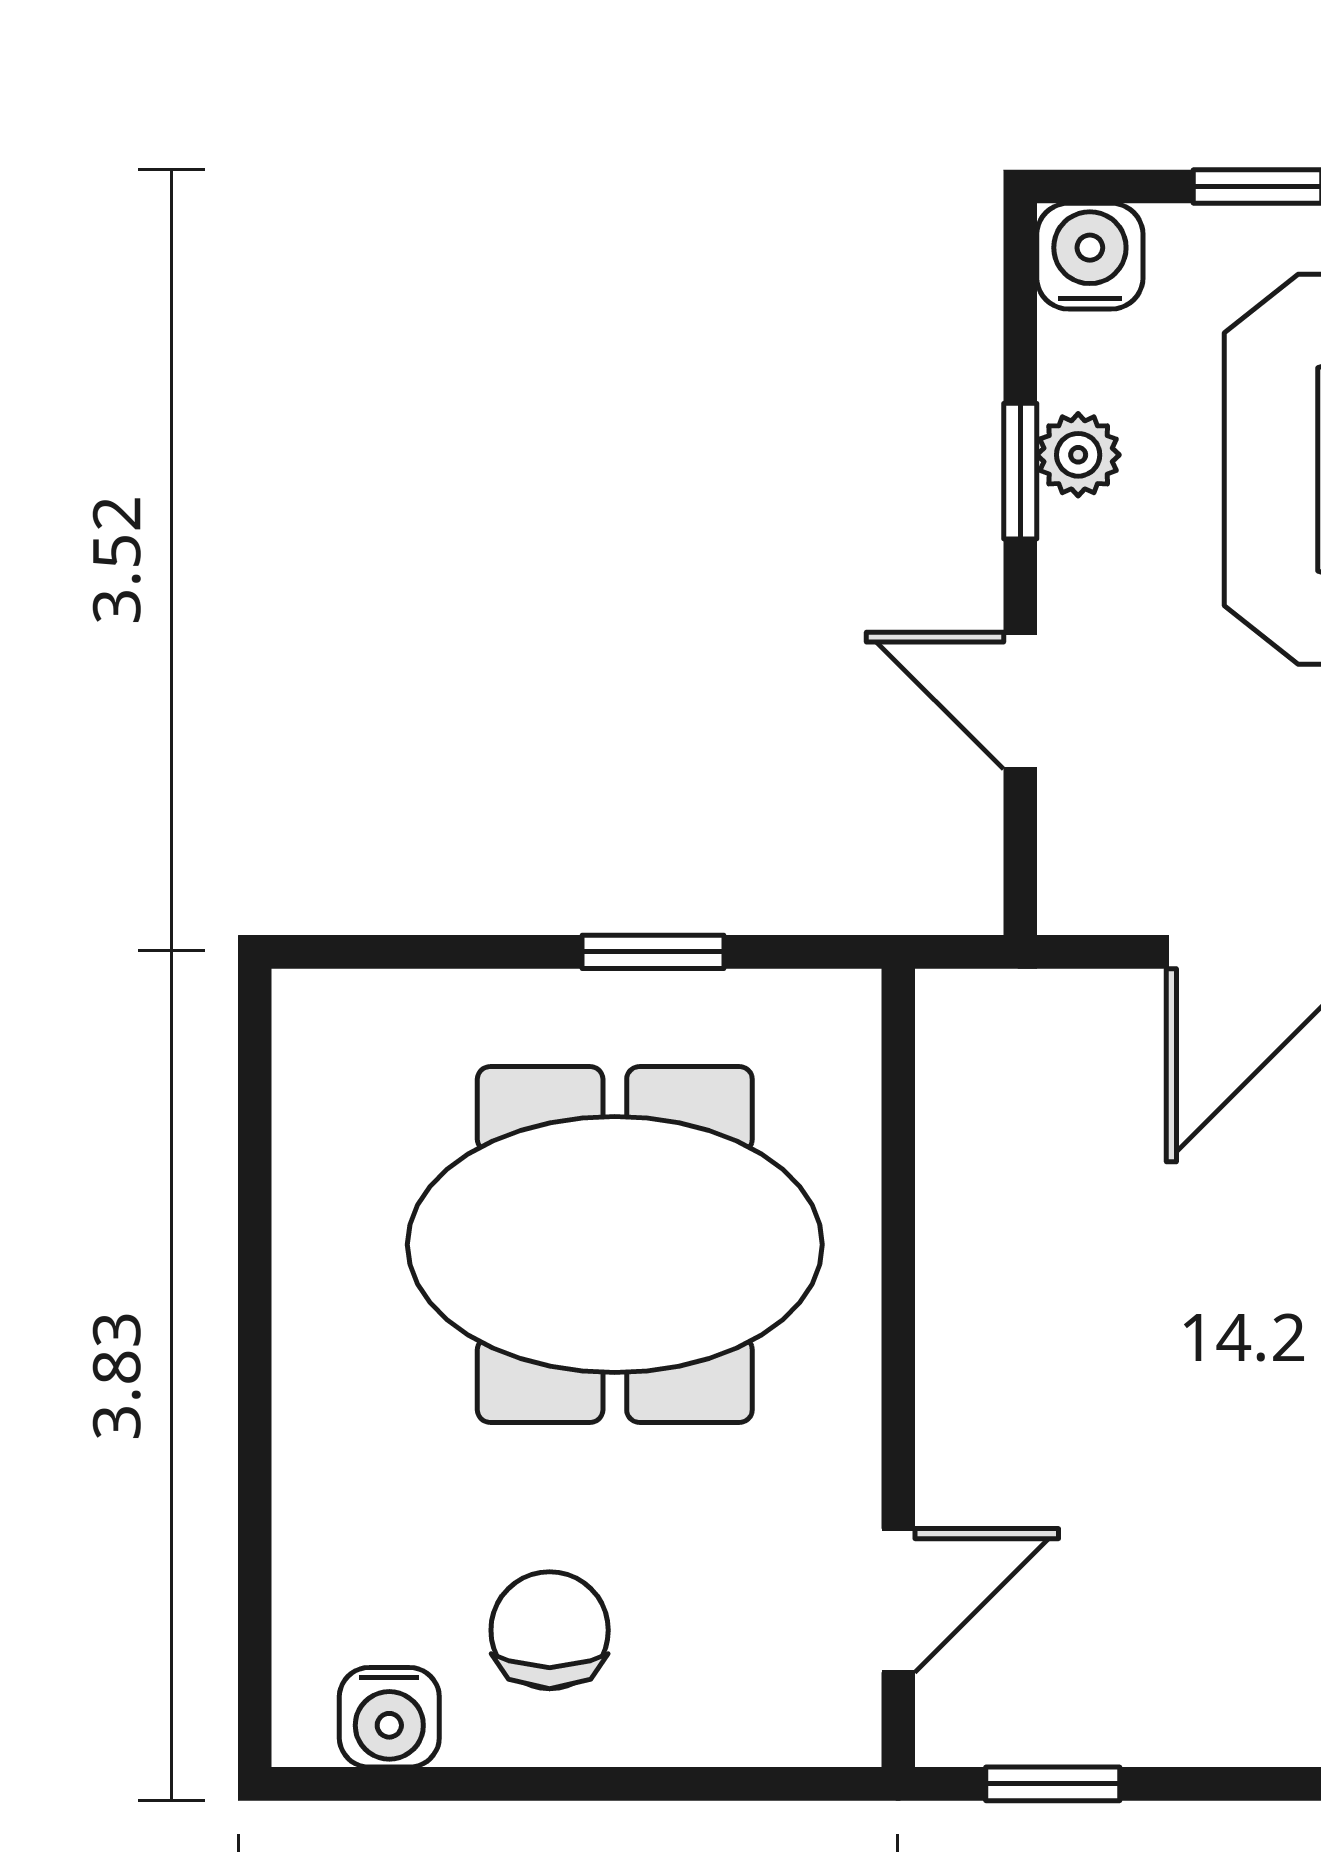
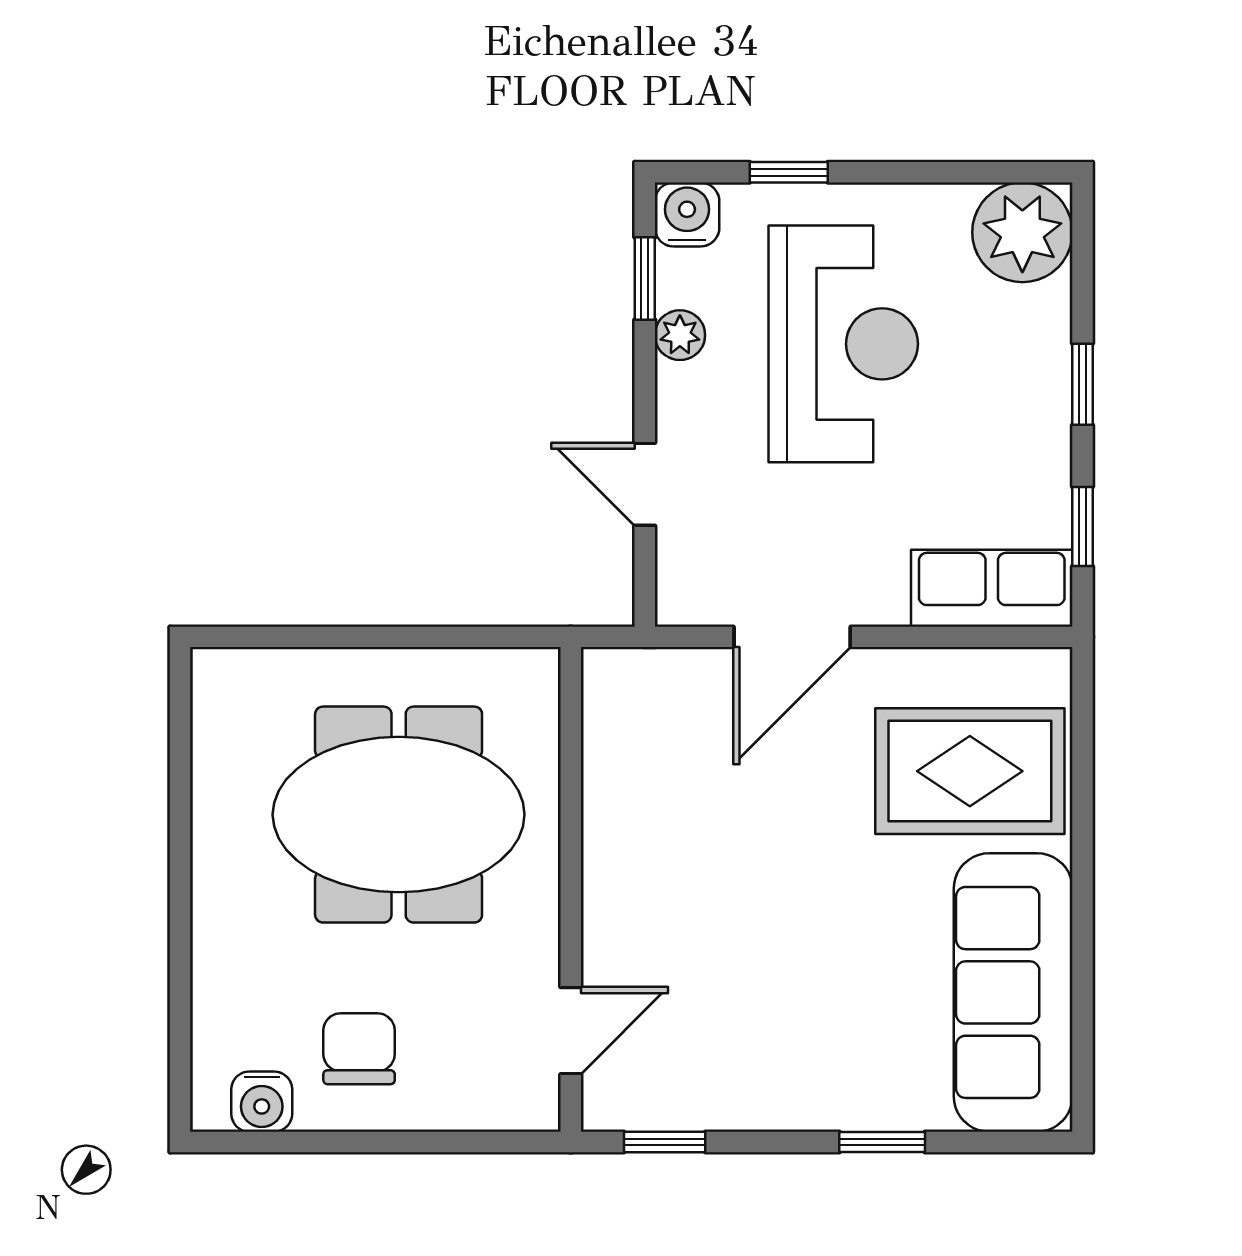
window: (1020, 471) -> (645, 279), moved
window: (653, 952) -> (422, 637), removed

